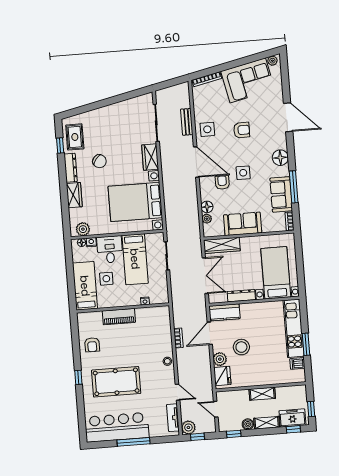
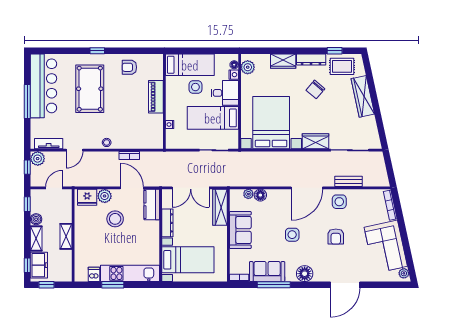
wardrobe: (103, 114) -> (363, 96), added
armchair: (222, 183) -> (284, 213), removed

